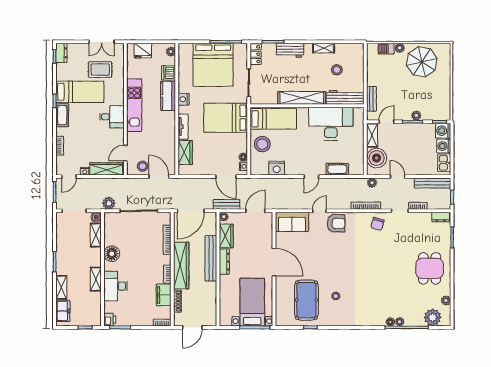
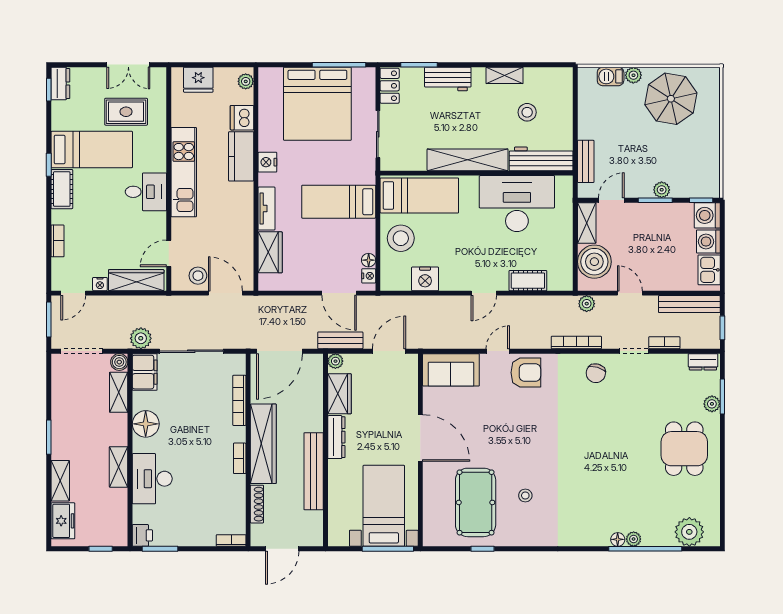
bed: (226, 118) -> (339, 202), width x0.67
bench: (211, 258) -> (314, 471), moved
filing cabinet: (164, 295) -> (145, 372), moved, turned 180
plant: (446, 300) -> (712, 404), moved

